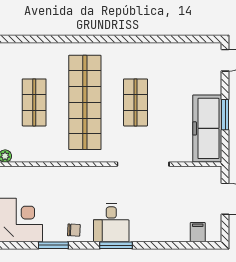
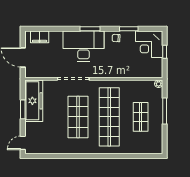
shop shelf: (136, 102) -> (78, 117), width x1.43, depth x1.36
desk: (111, 223) -> (83, 46), width x1.87, depth x1.30
filing cabinet: (198, 232) -> (40, 37), width x2.00

